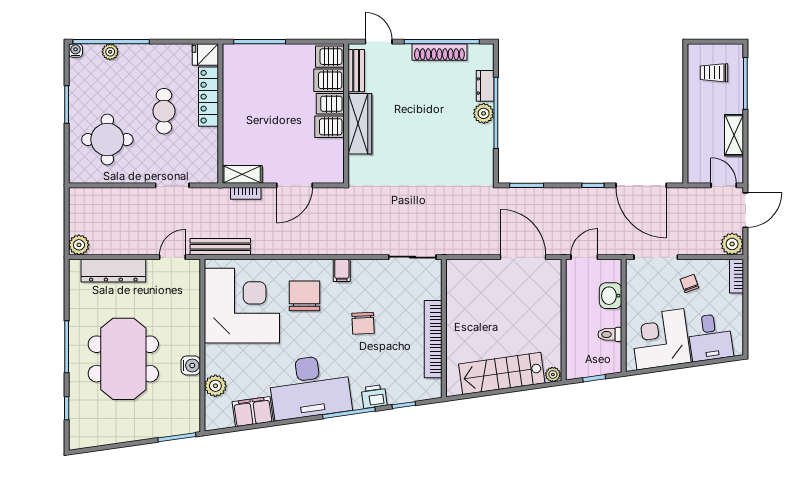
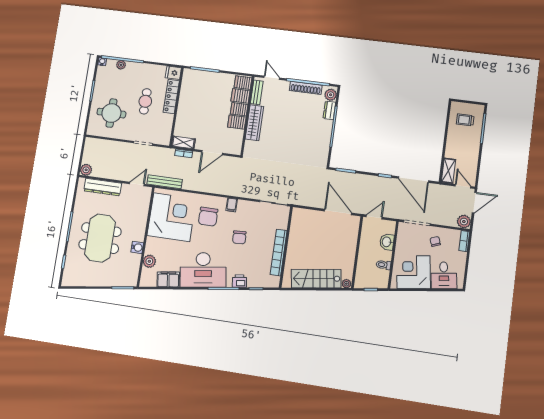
plant: (484, 113) -> (331, 95), moved
shelving: (734, 135) -> (448, 171), moved
chair: (304, 296) -> (208, 217), turned 180

